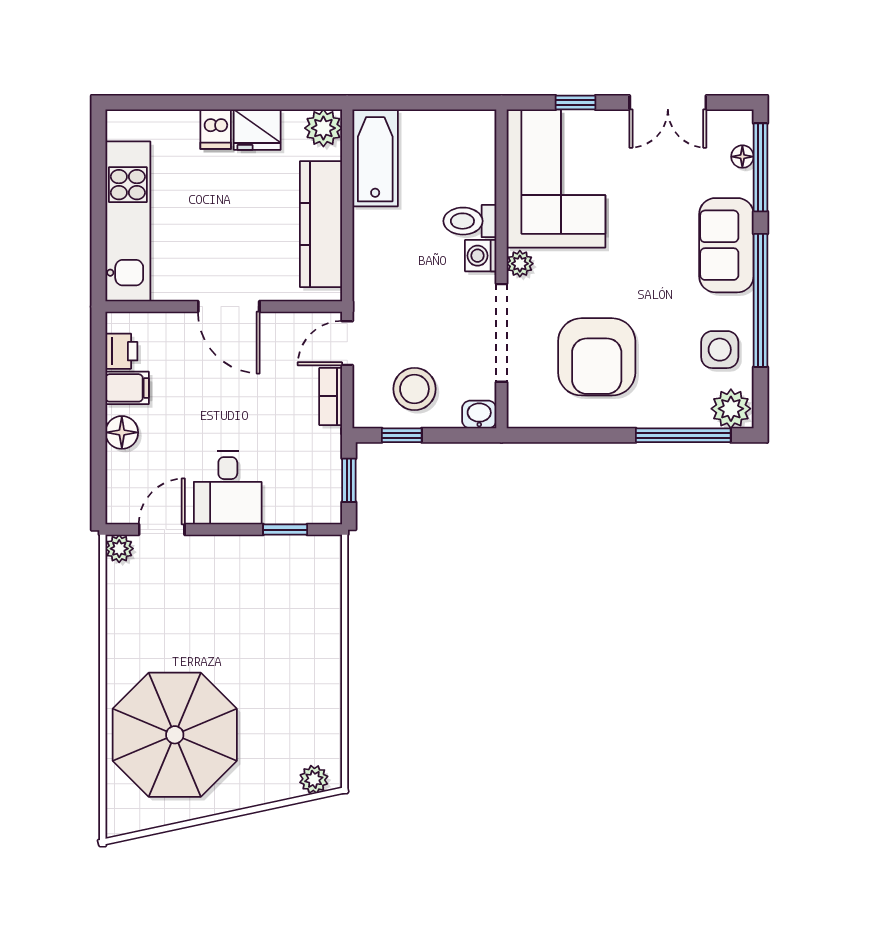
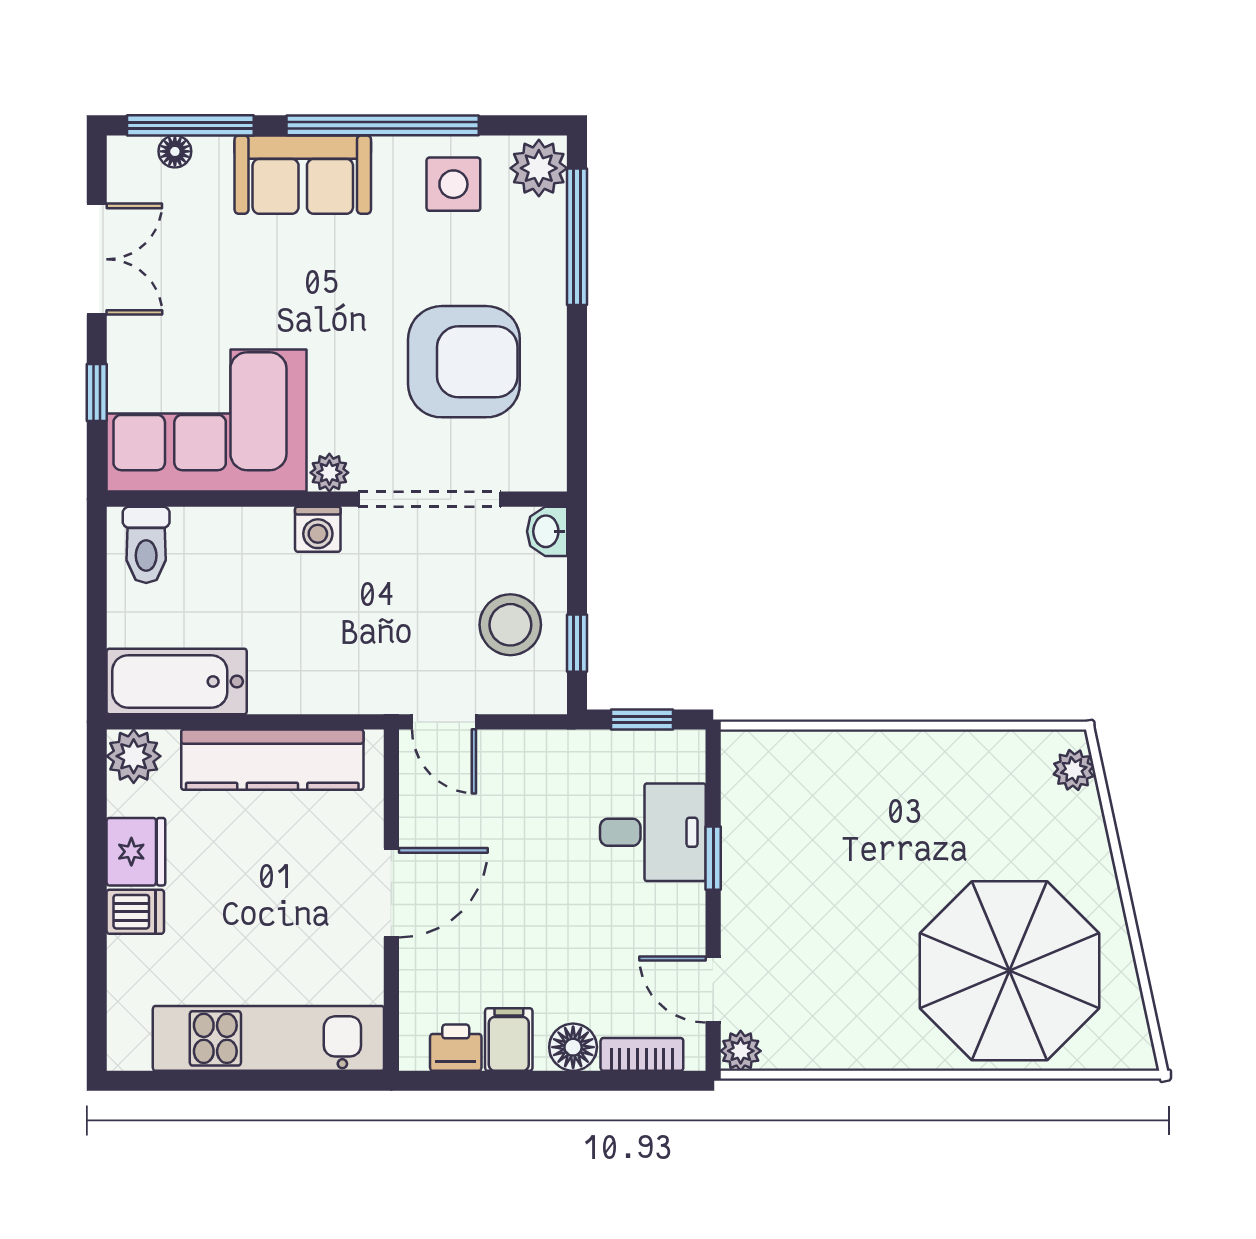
toilet: (470, 221) -> (146, 545), moved
bookcase: (331, 396) -> (642, 1054), moved, turned 180
desk: (228, 488) -> (653, 832), moved
window: (285, 530) -> (713, 858), moved

